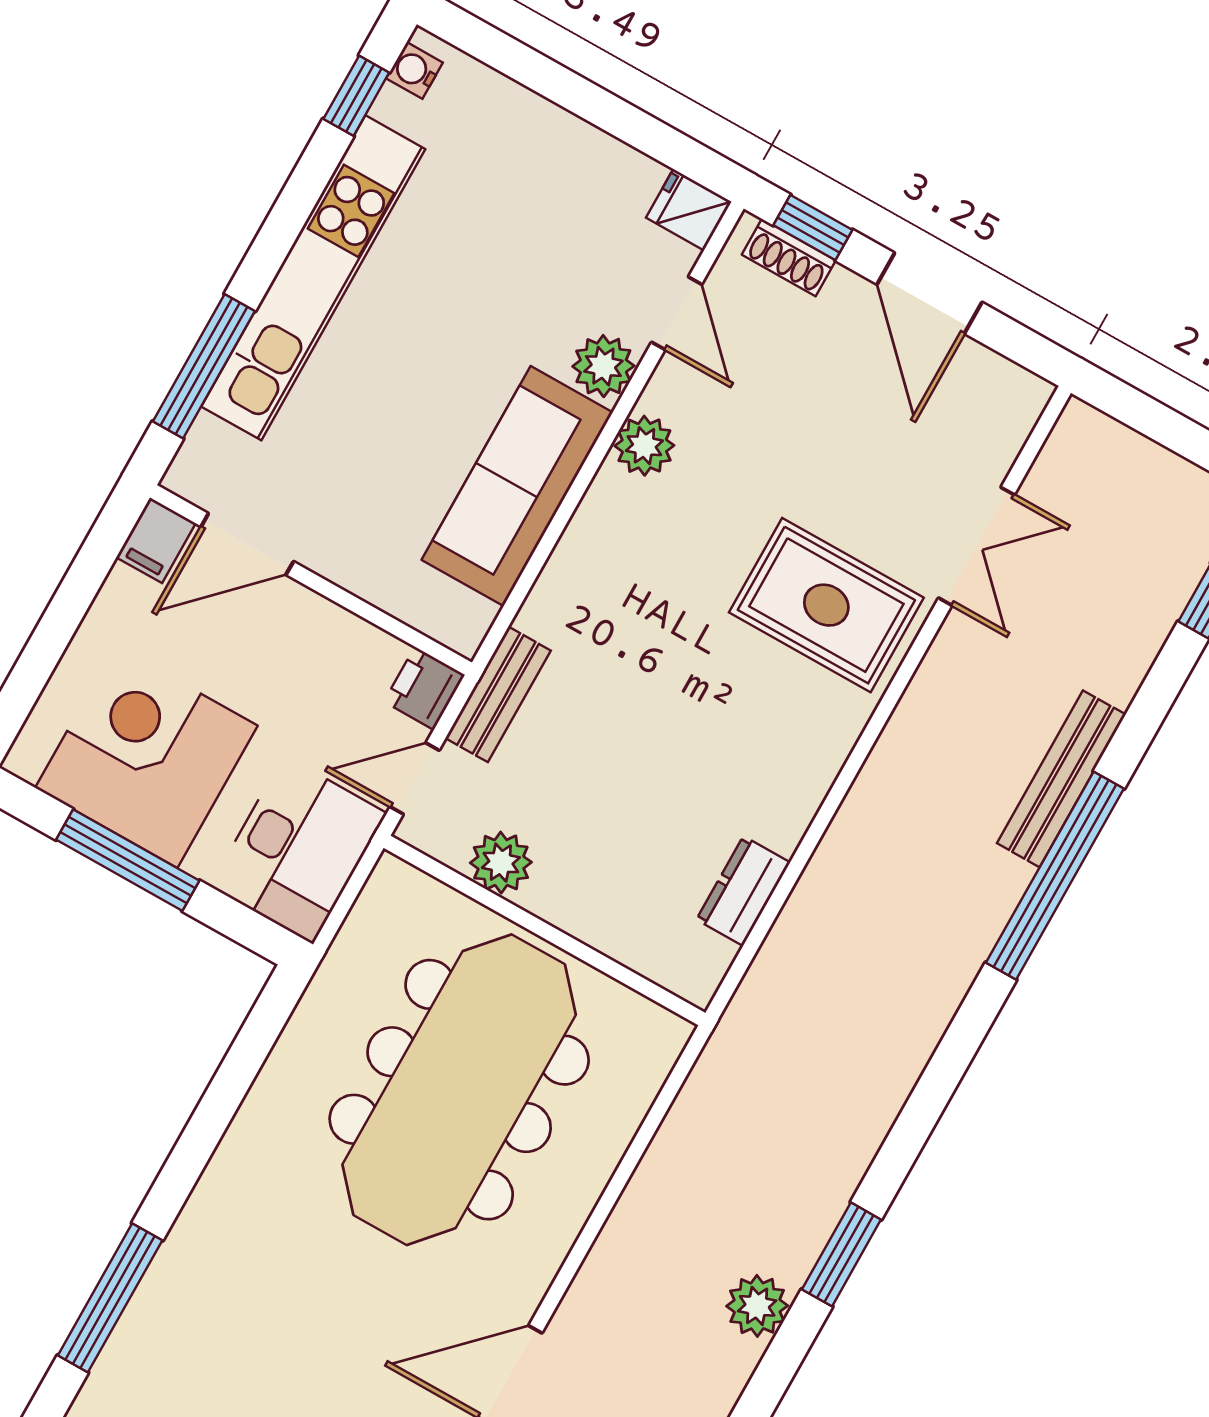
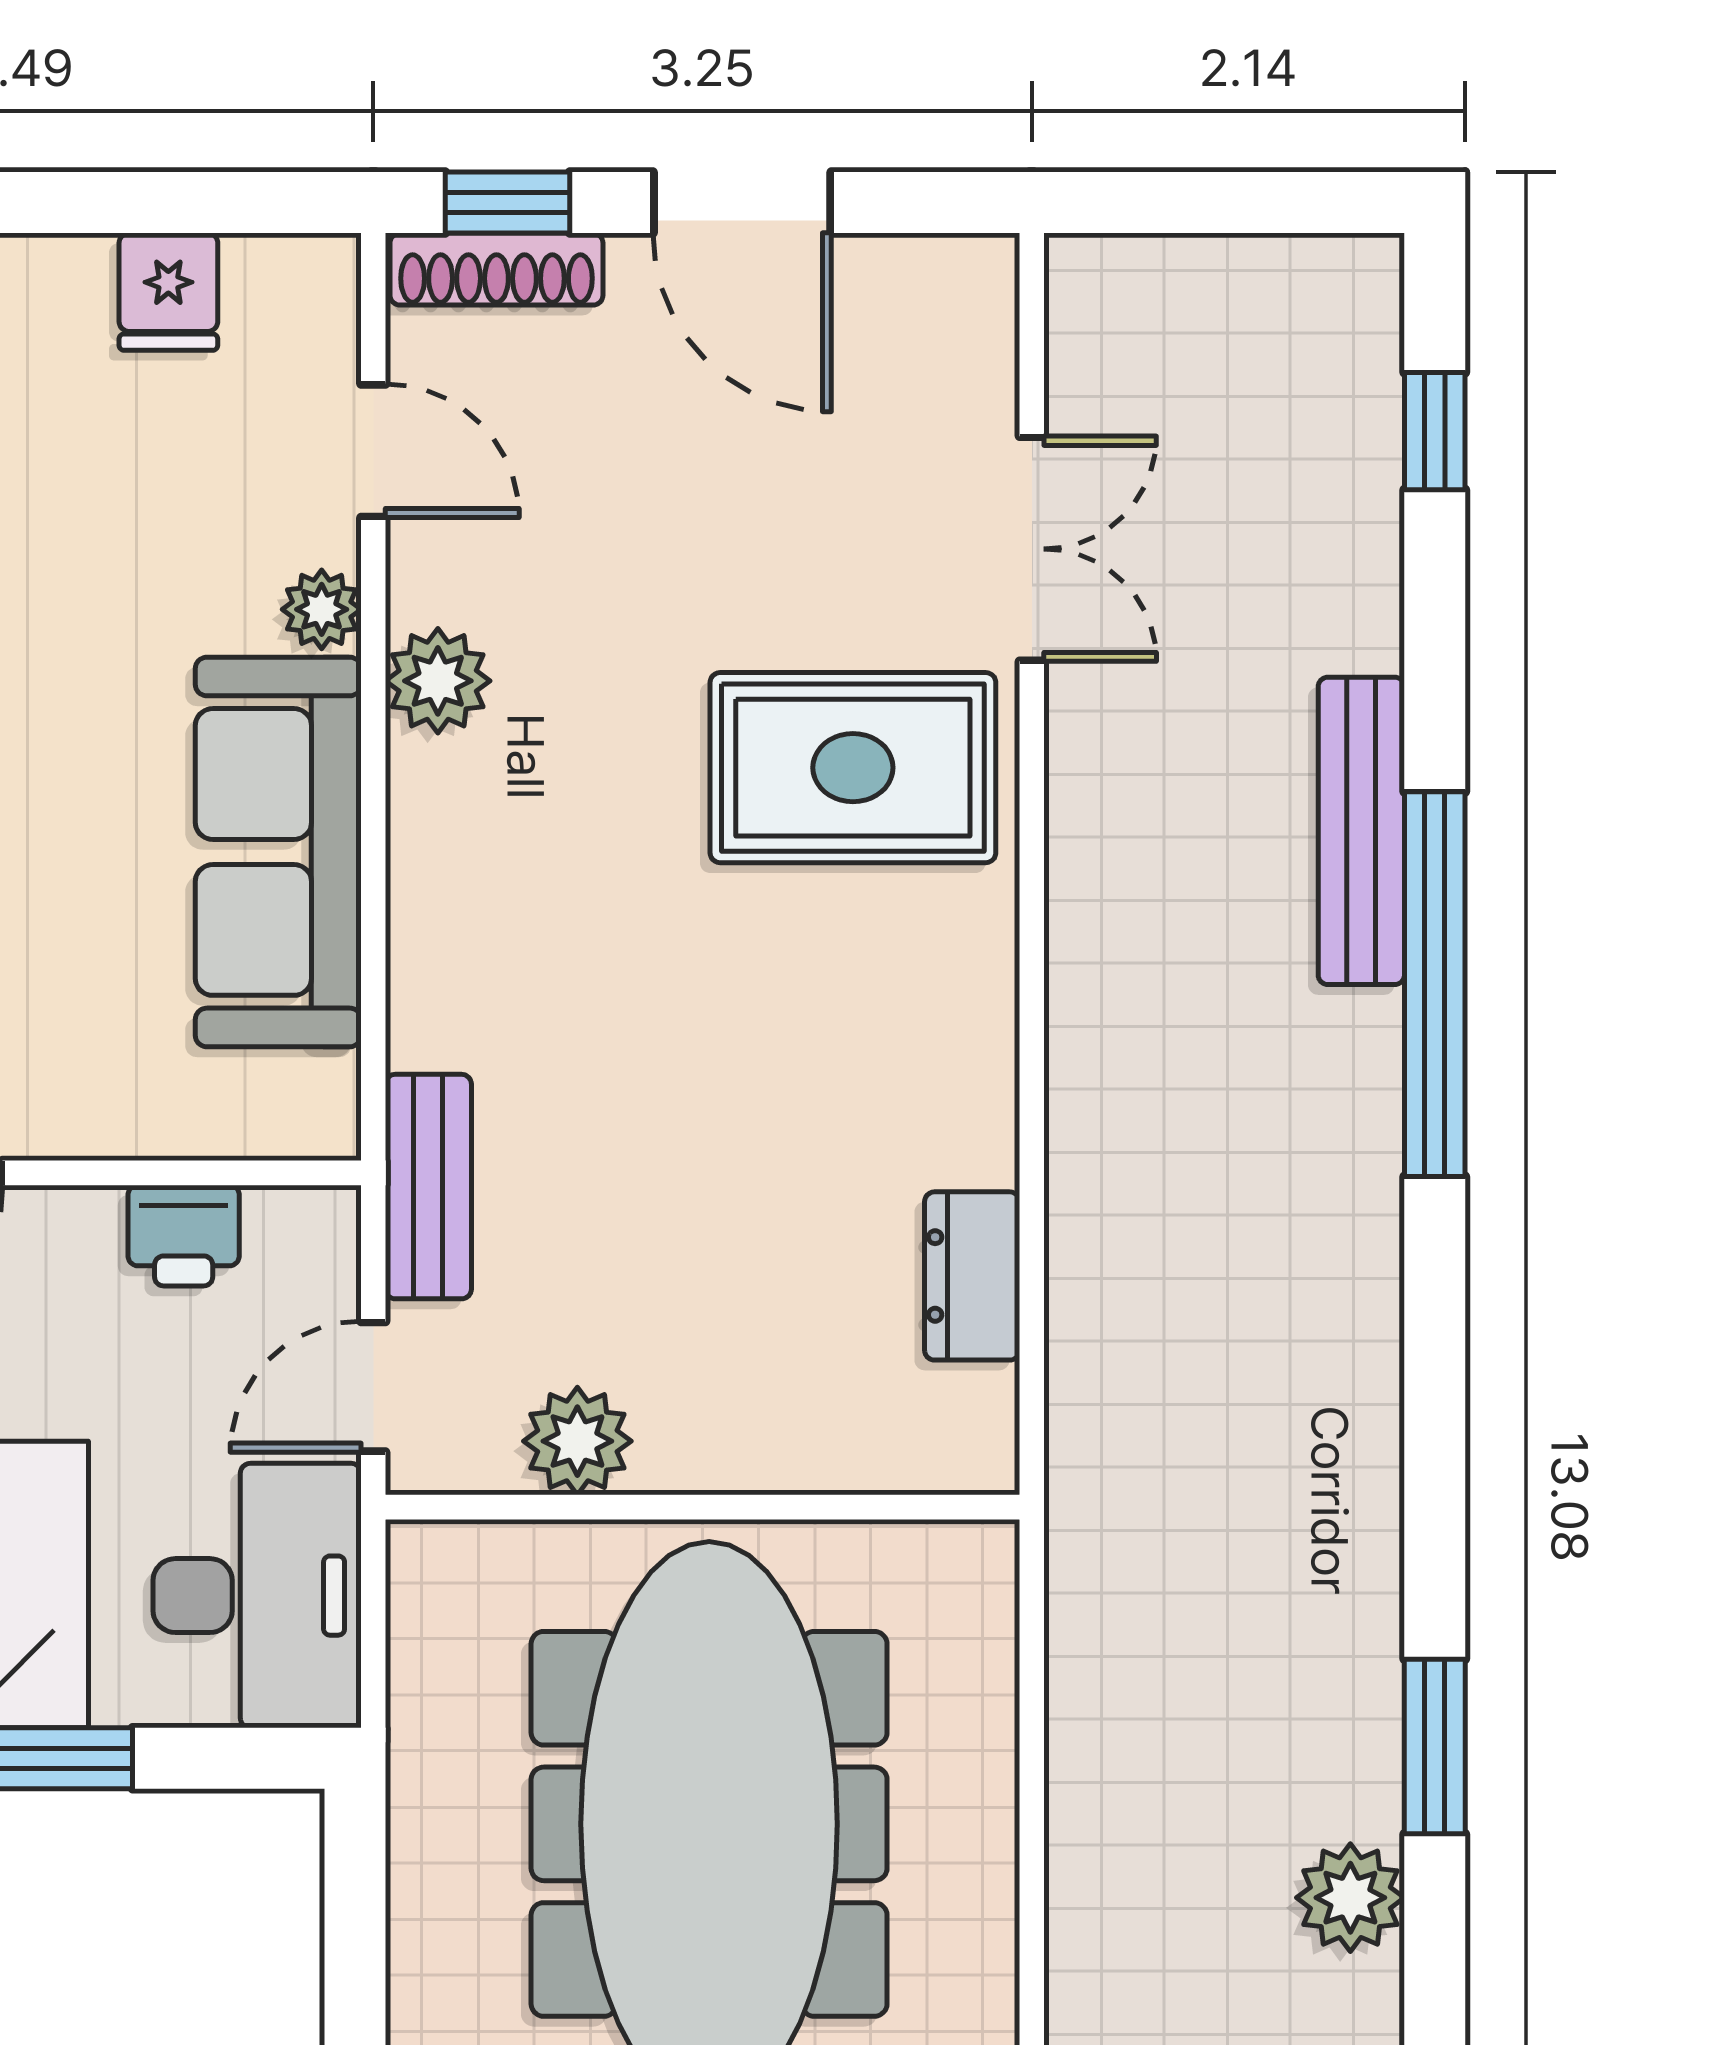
fridge: (689, 210) -> (168, 292), moved, turned -90
shoe rack: (789, 257) -> (496, 269), width x1.43
plant: (603, 366) -> (322, 609), width x0.73, depth x0.73
printer: (424, 688) -> (184, 1236), moved, turned -90

